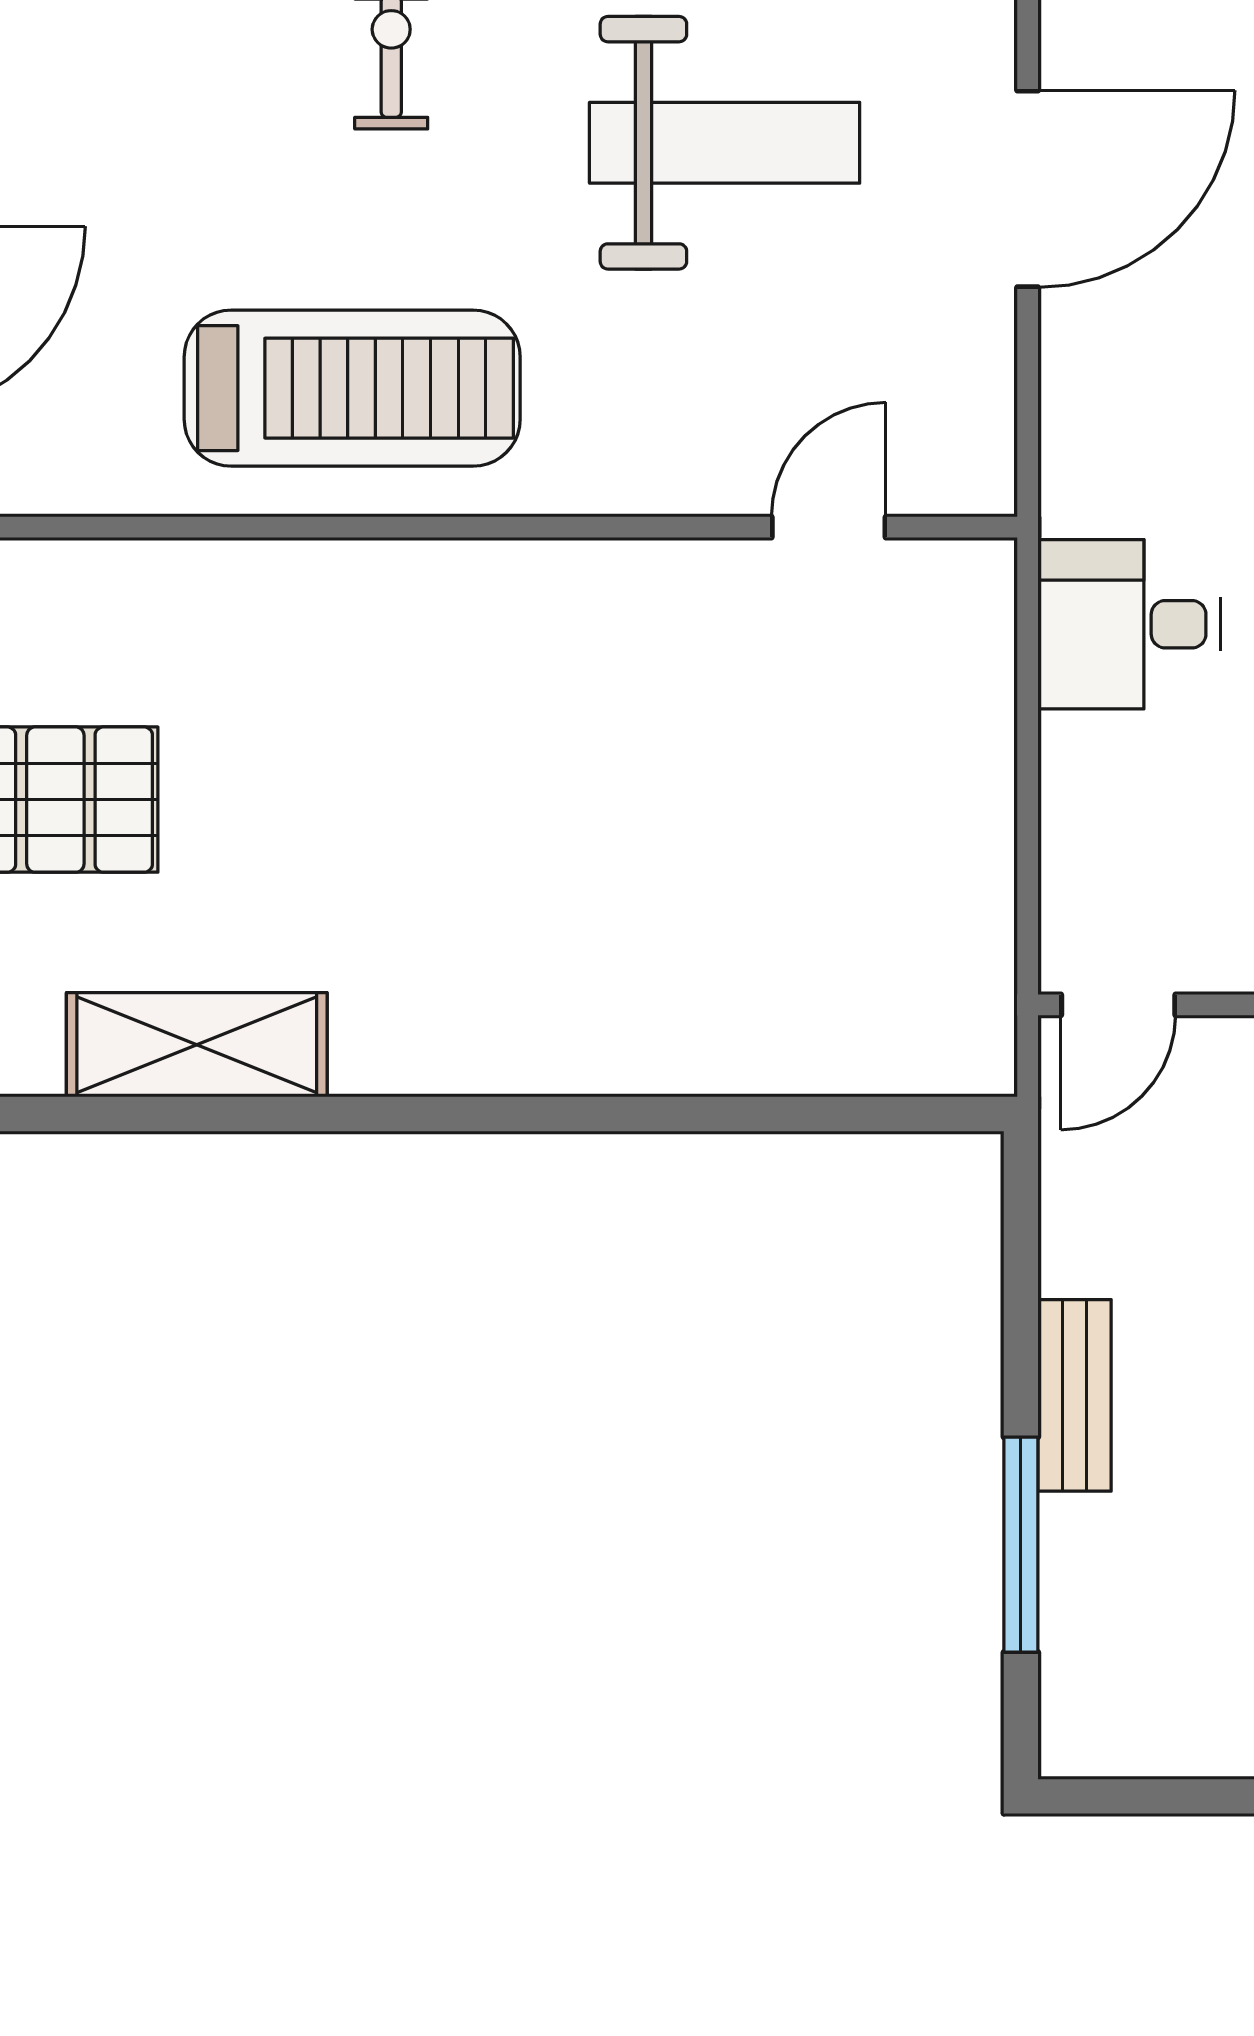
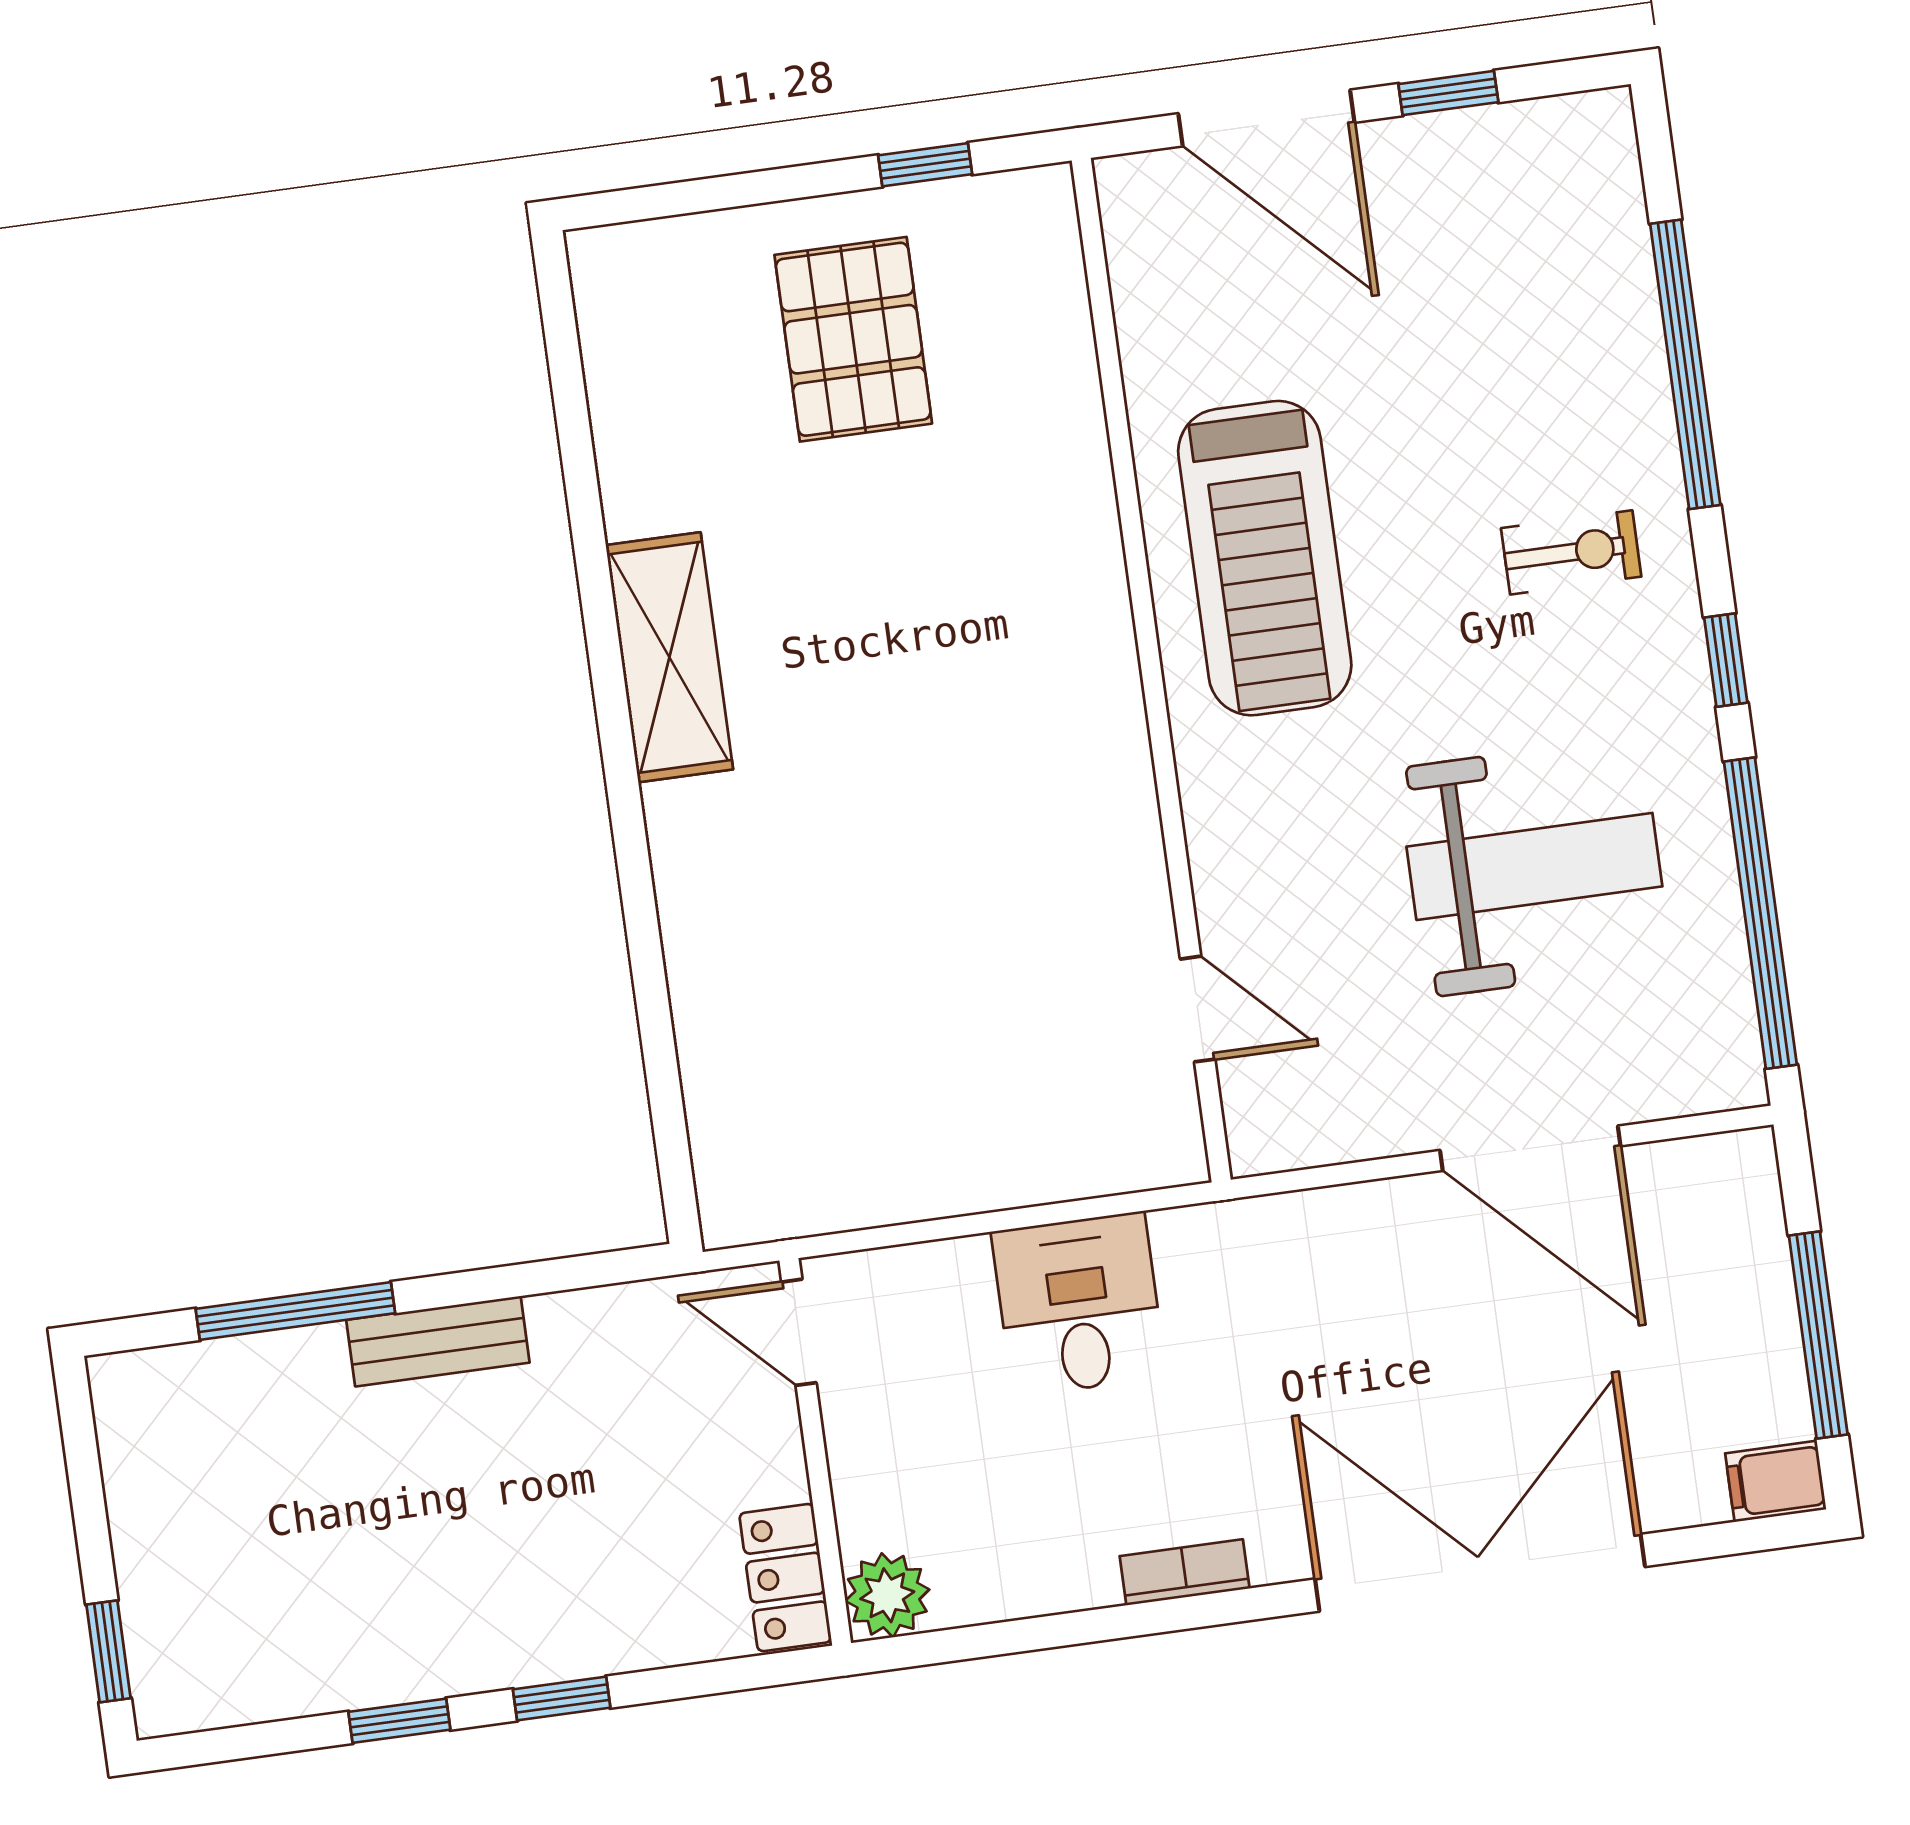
weight bench: (725, 143) -> (1534, 866), turned -90
desk: (1129, 624) -> (1079, 1304), moved
shelving: (197, 1045) -> (669, 657), moved

